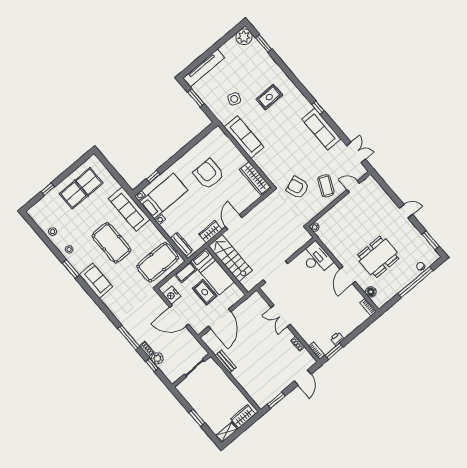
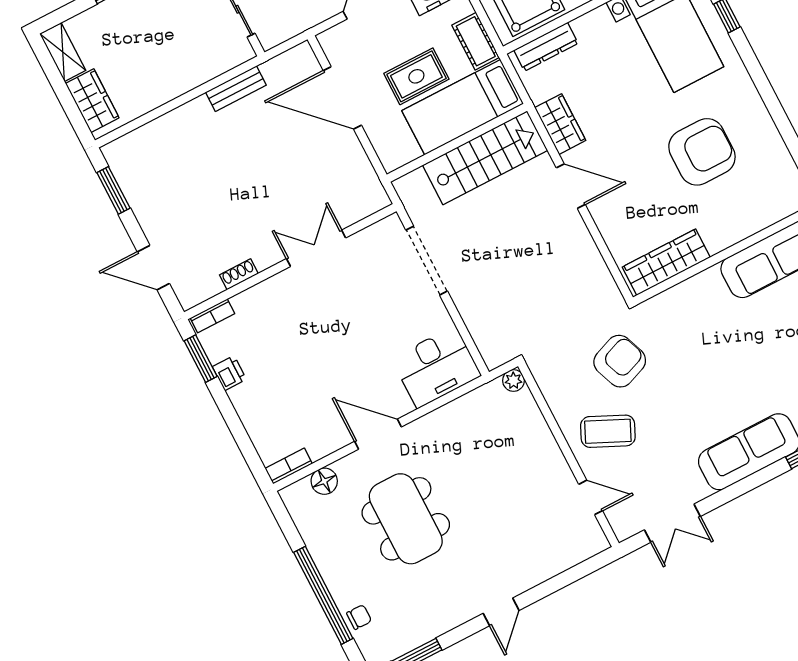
door: (353, 187) -> (591, 497), hinge flipped

